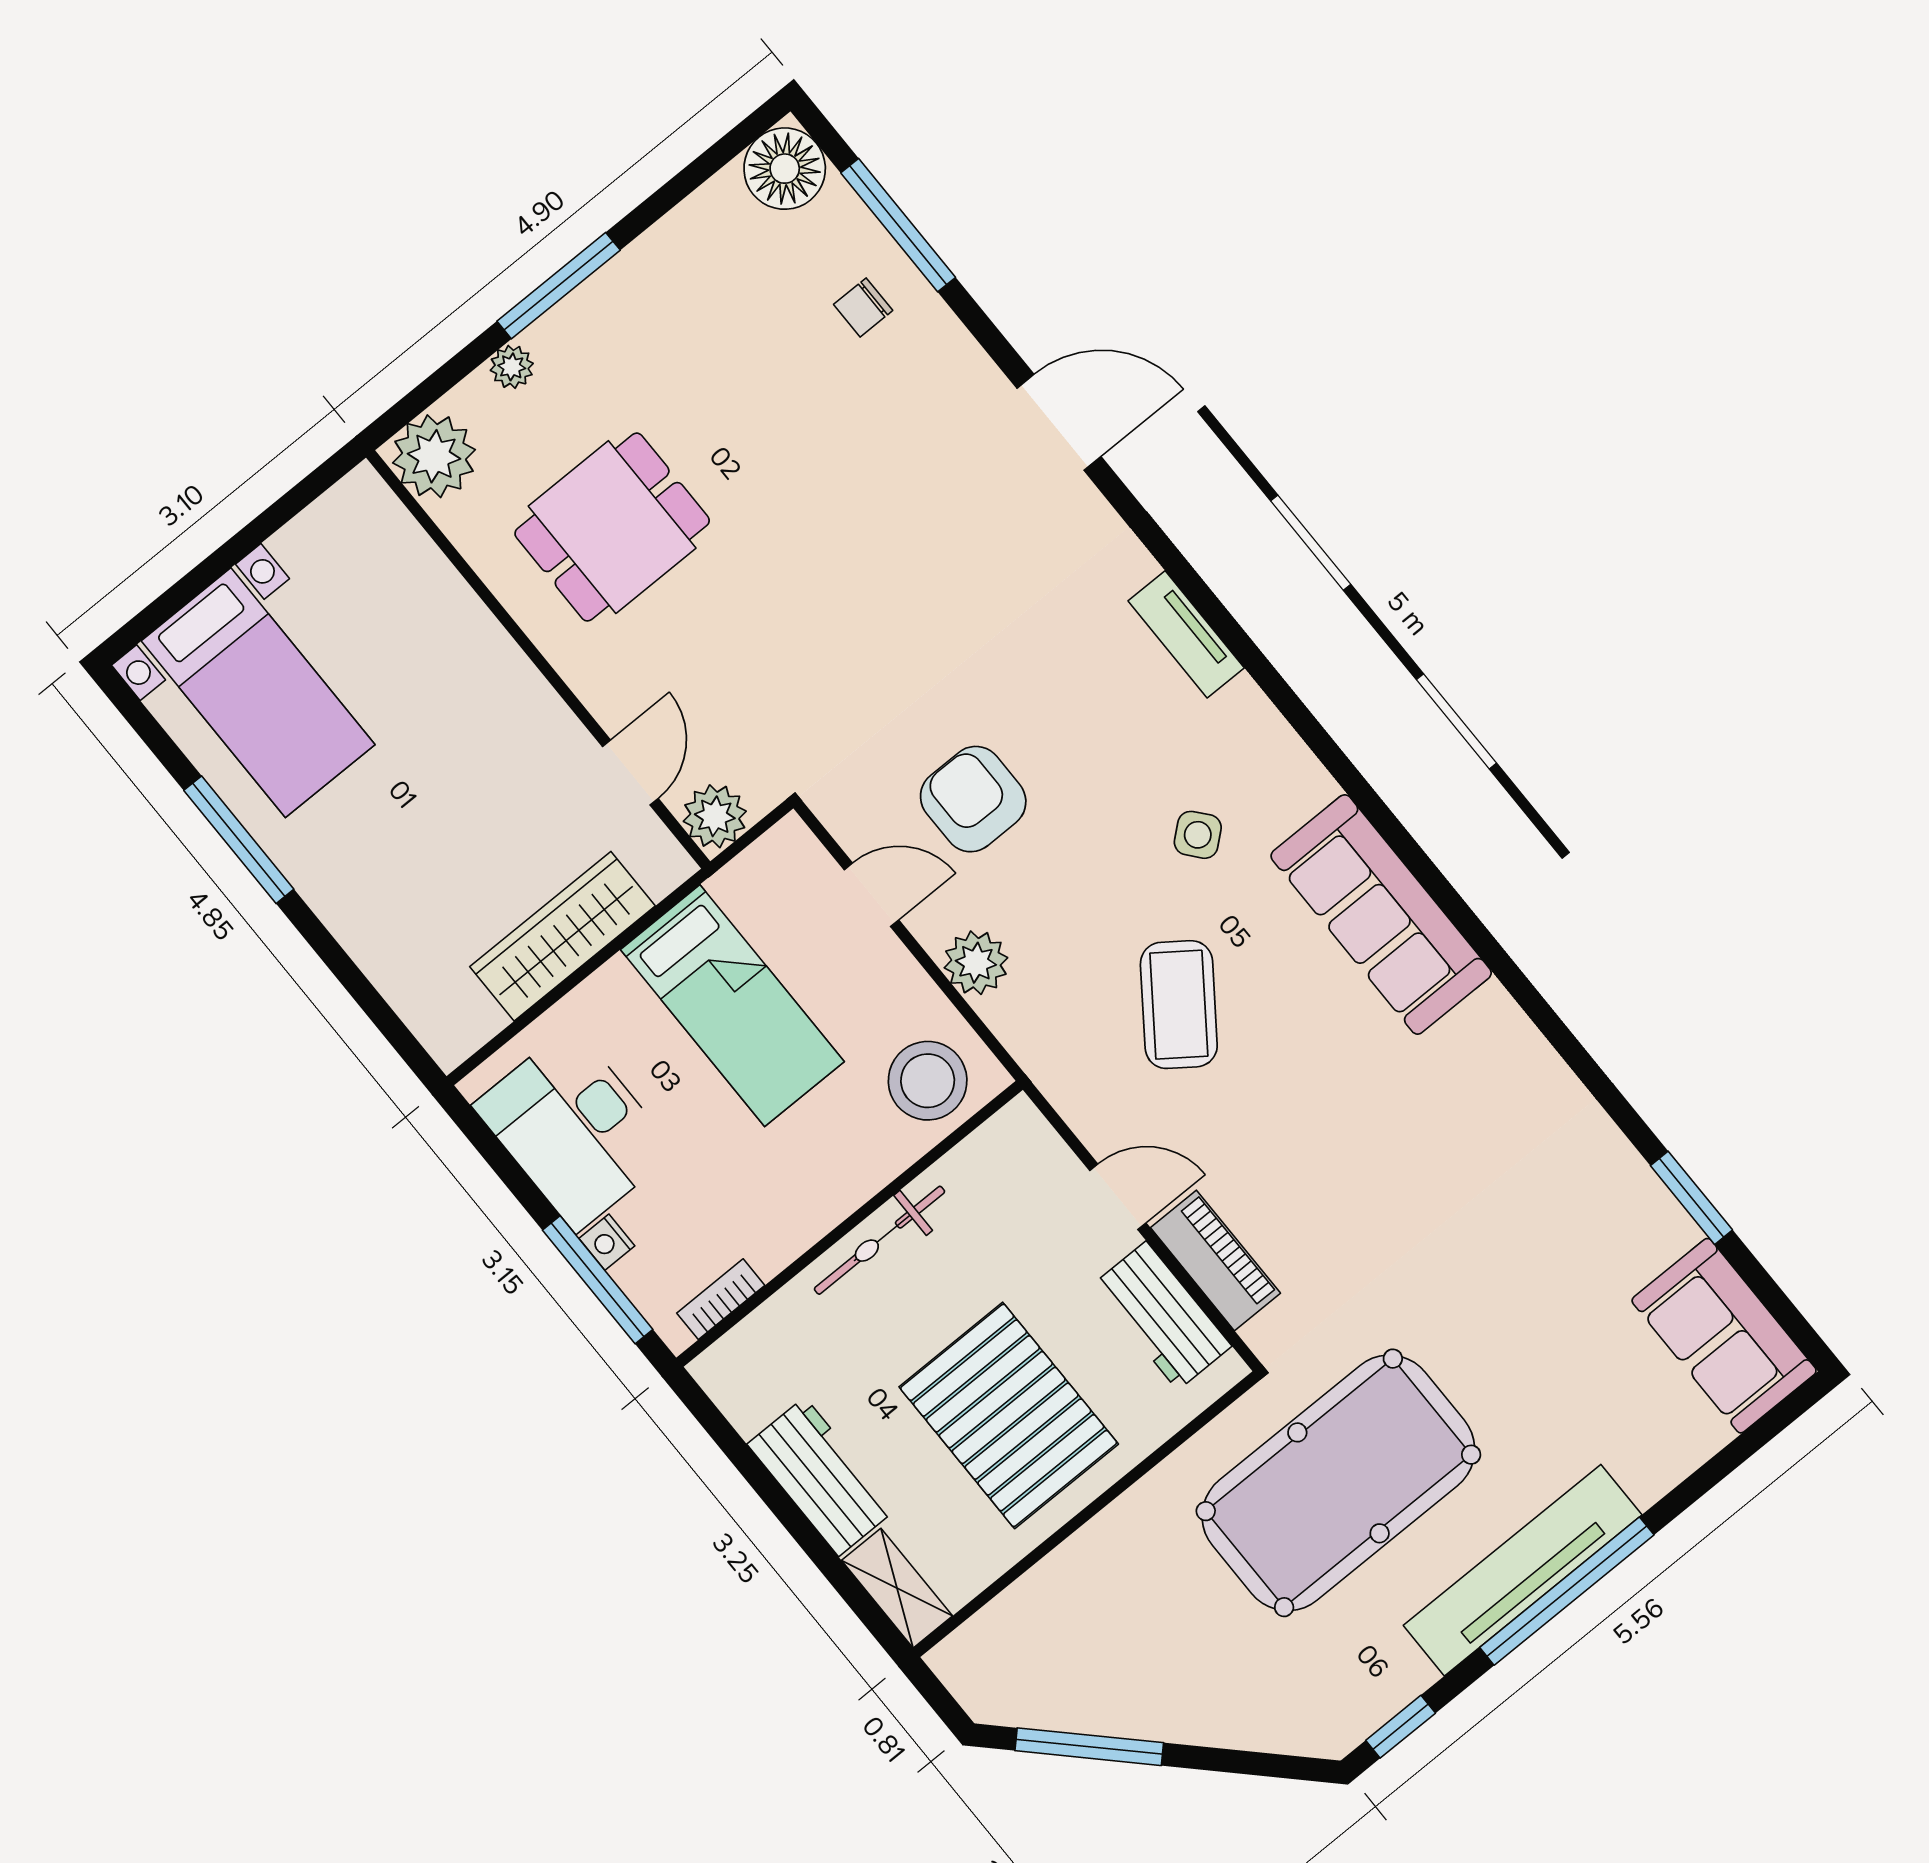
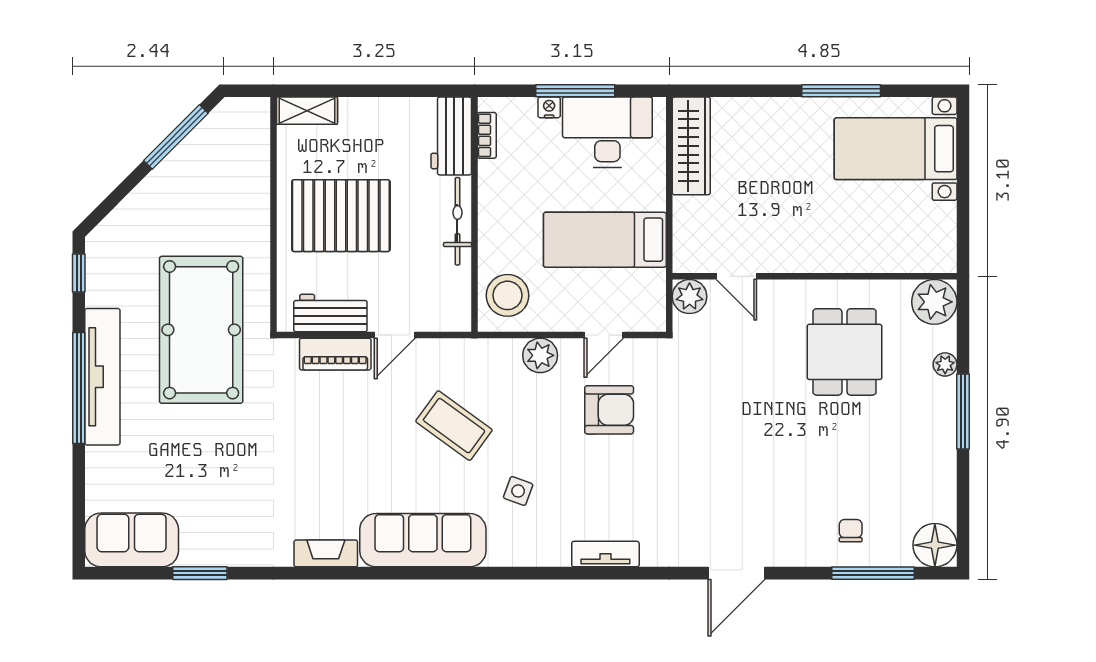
side table: (1198, 835) -> (518, 491), turned -30
wardrobe: (563, 936) -> (691, 146), moved
fireplace: (1515, 1039) -> (326, 553), added
window: (598, 1280) -> (575, 91), moved
workbench: (822, 1477) -> (451, 136), moved, turned 90

